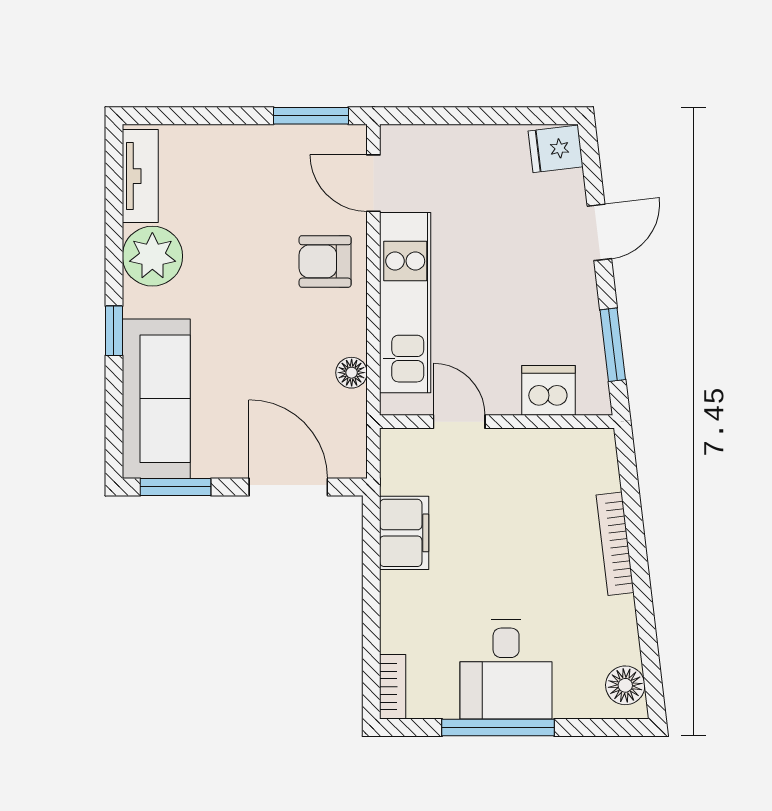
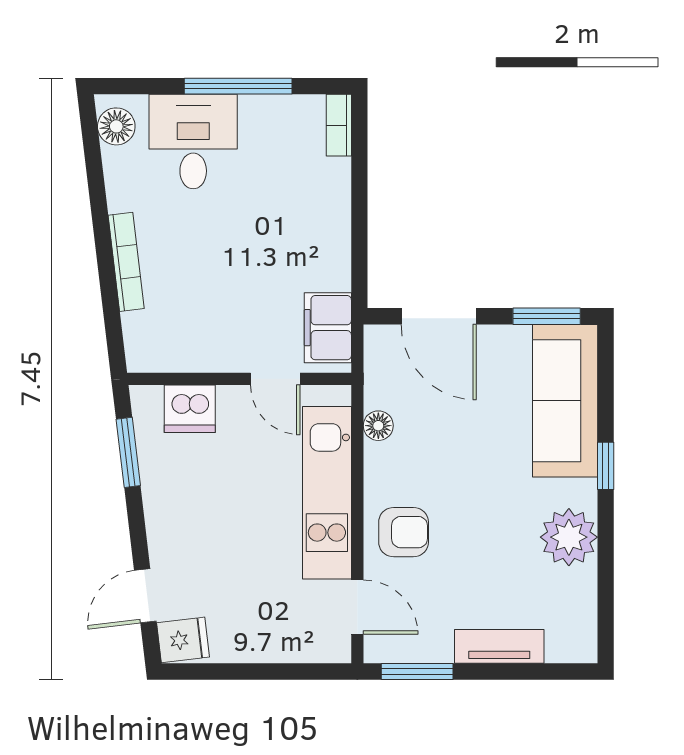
tv unit: (140, 176) -> (499, 646), moved, turned 90
door: (599, 232) -> (145, 596), moved
filing cabinet: (404, 533) -> (328, 328), moved
desk: (506, 670) -> (193, 142), moved

